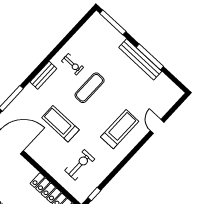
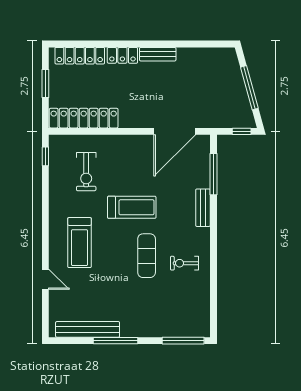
bench: (140, 59) -> (88, 329), moved
bench: (43, 75) -> (203, 208), moved
treadmill: (60, 124) -> (132, 207), moved

